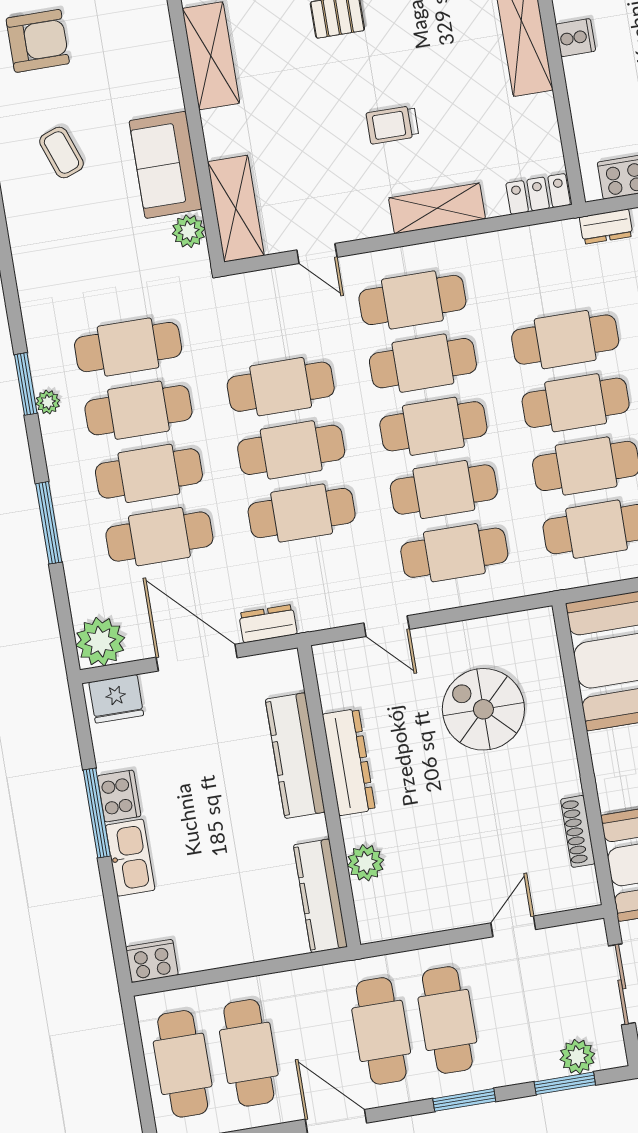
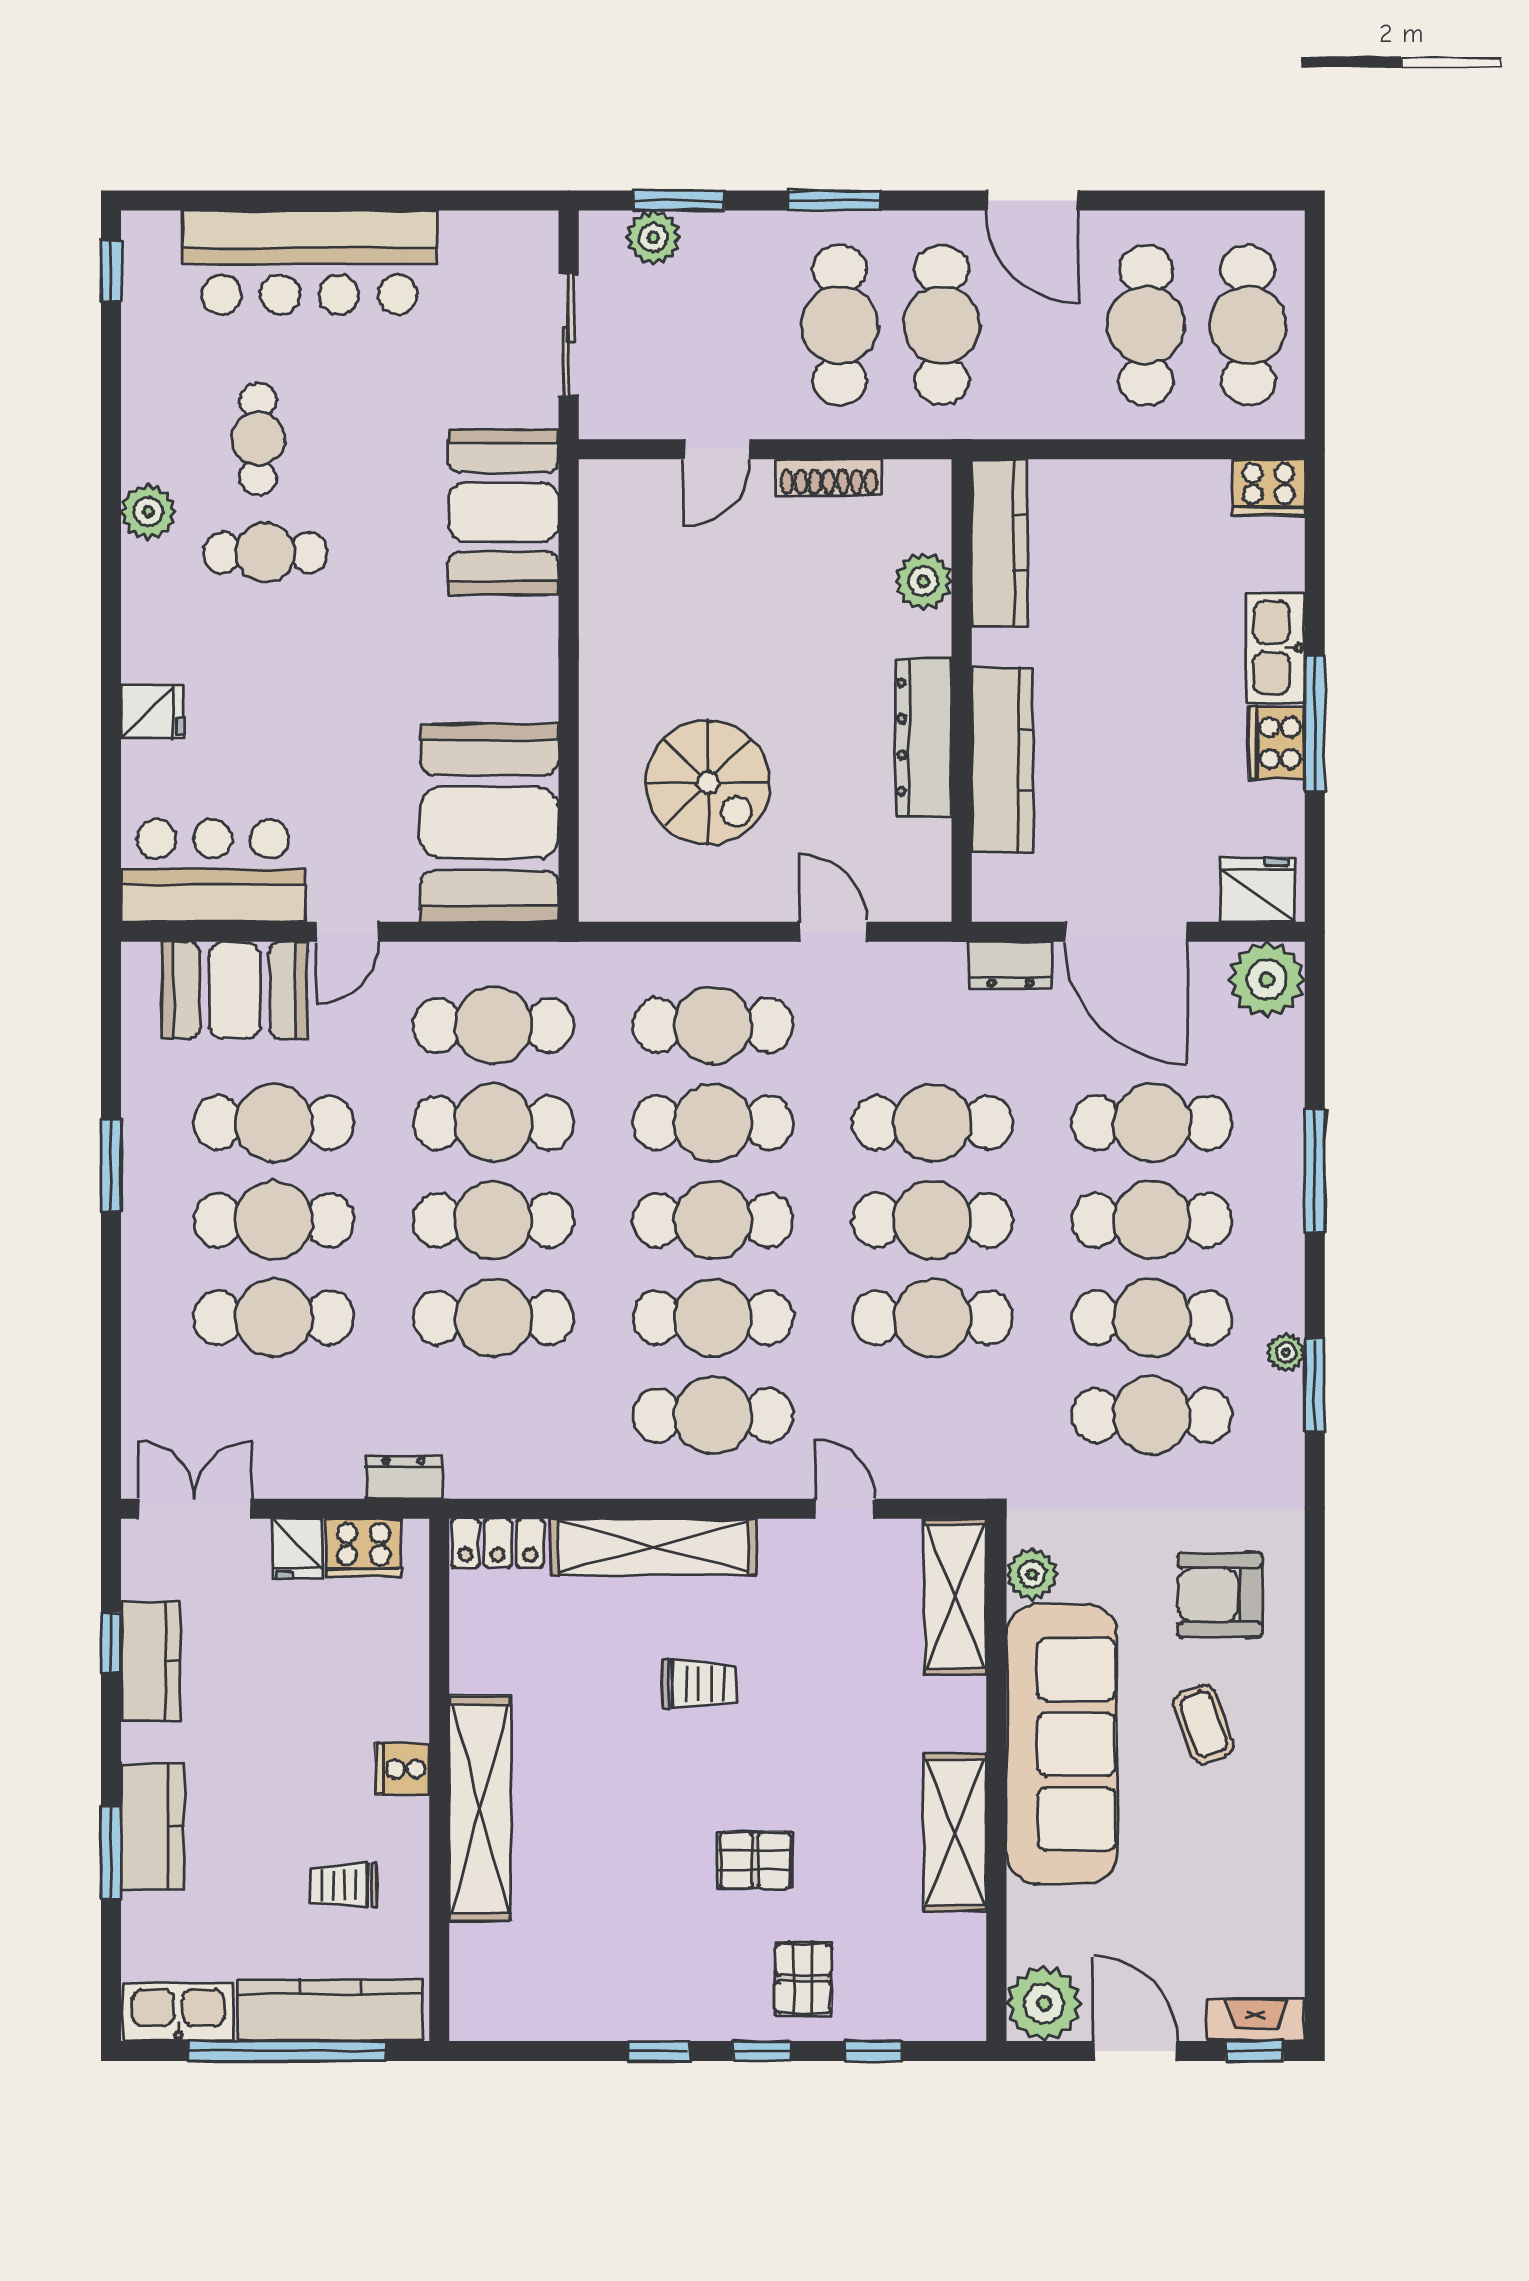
armchair: (38, 41) -> (1220, 1595), moved
sofa: (166, 165) -> (1062, 1744), width x1.85, depth x1.27
shelving: (437, 208) -> (653, 1547), width x1.47
shoe rack: (578, 831) -> (829, 477), moved, turned 90

